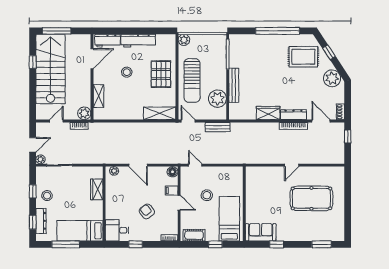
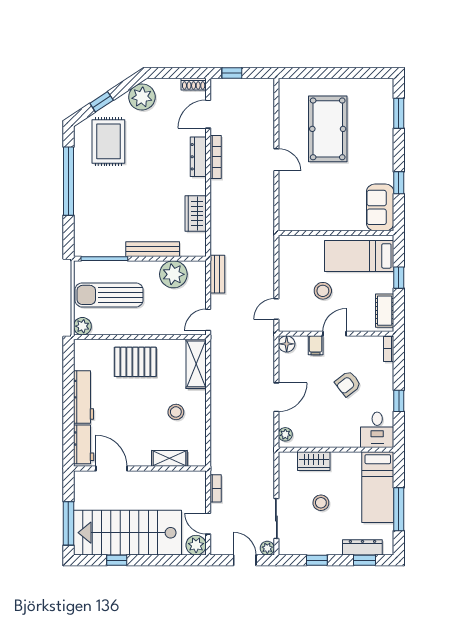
stool: (127, 72) -> (176, 412), moved
sun lounger: (192, 81) -> (109, 295), moved, turned 180
plant: (84, 113) -> (196, 545), moved
wardrobe: (268, 113) -> (196, 214), moved
stool: (47, 196) -> (321, 503), moved

